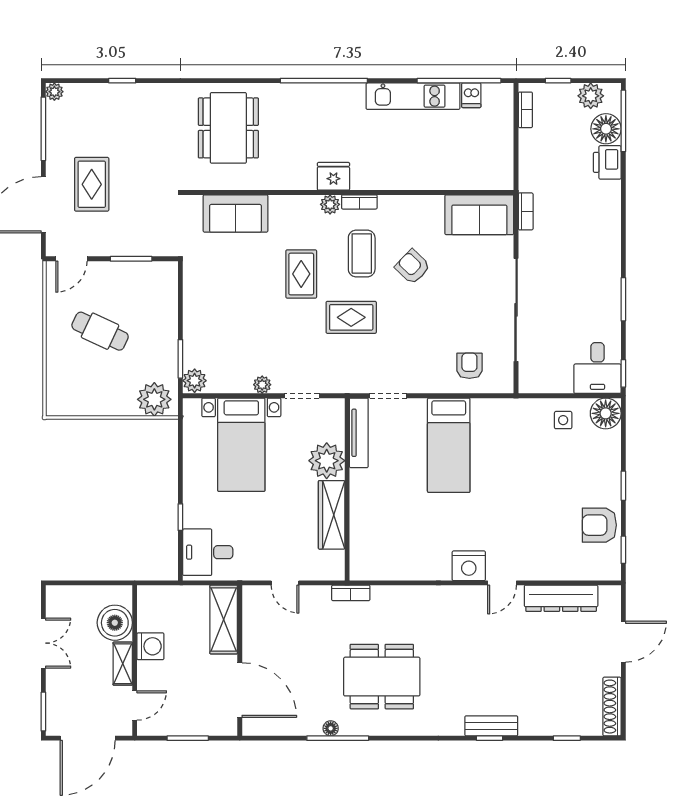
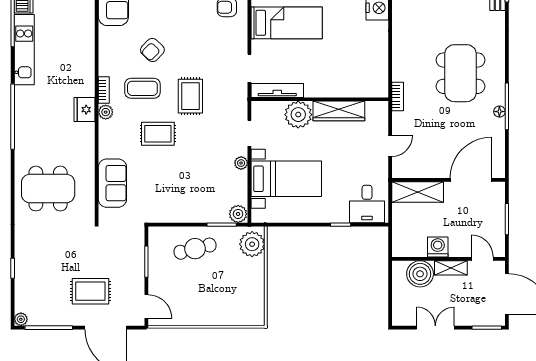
cafe table: (100, 331) -> (195, 249), moved, turned 51

